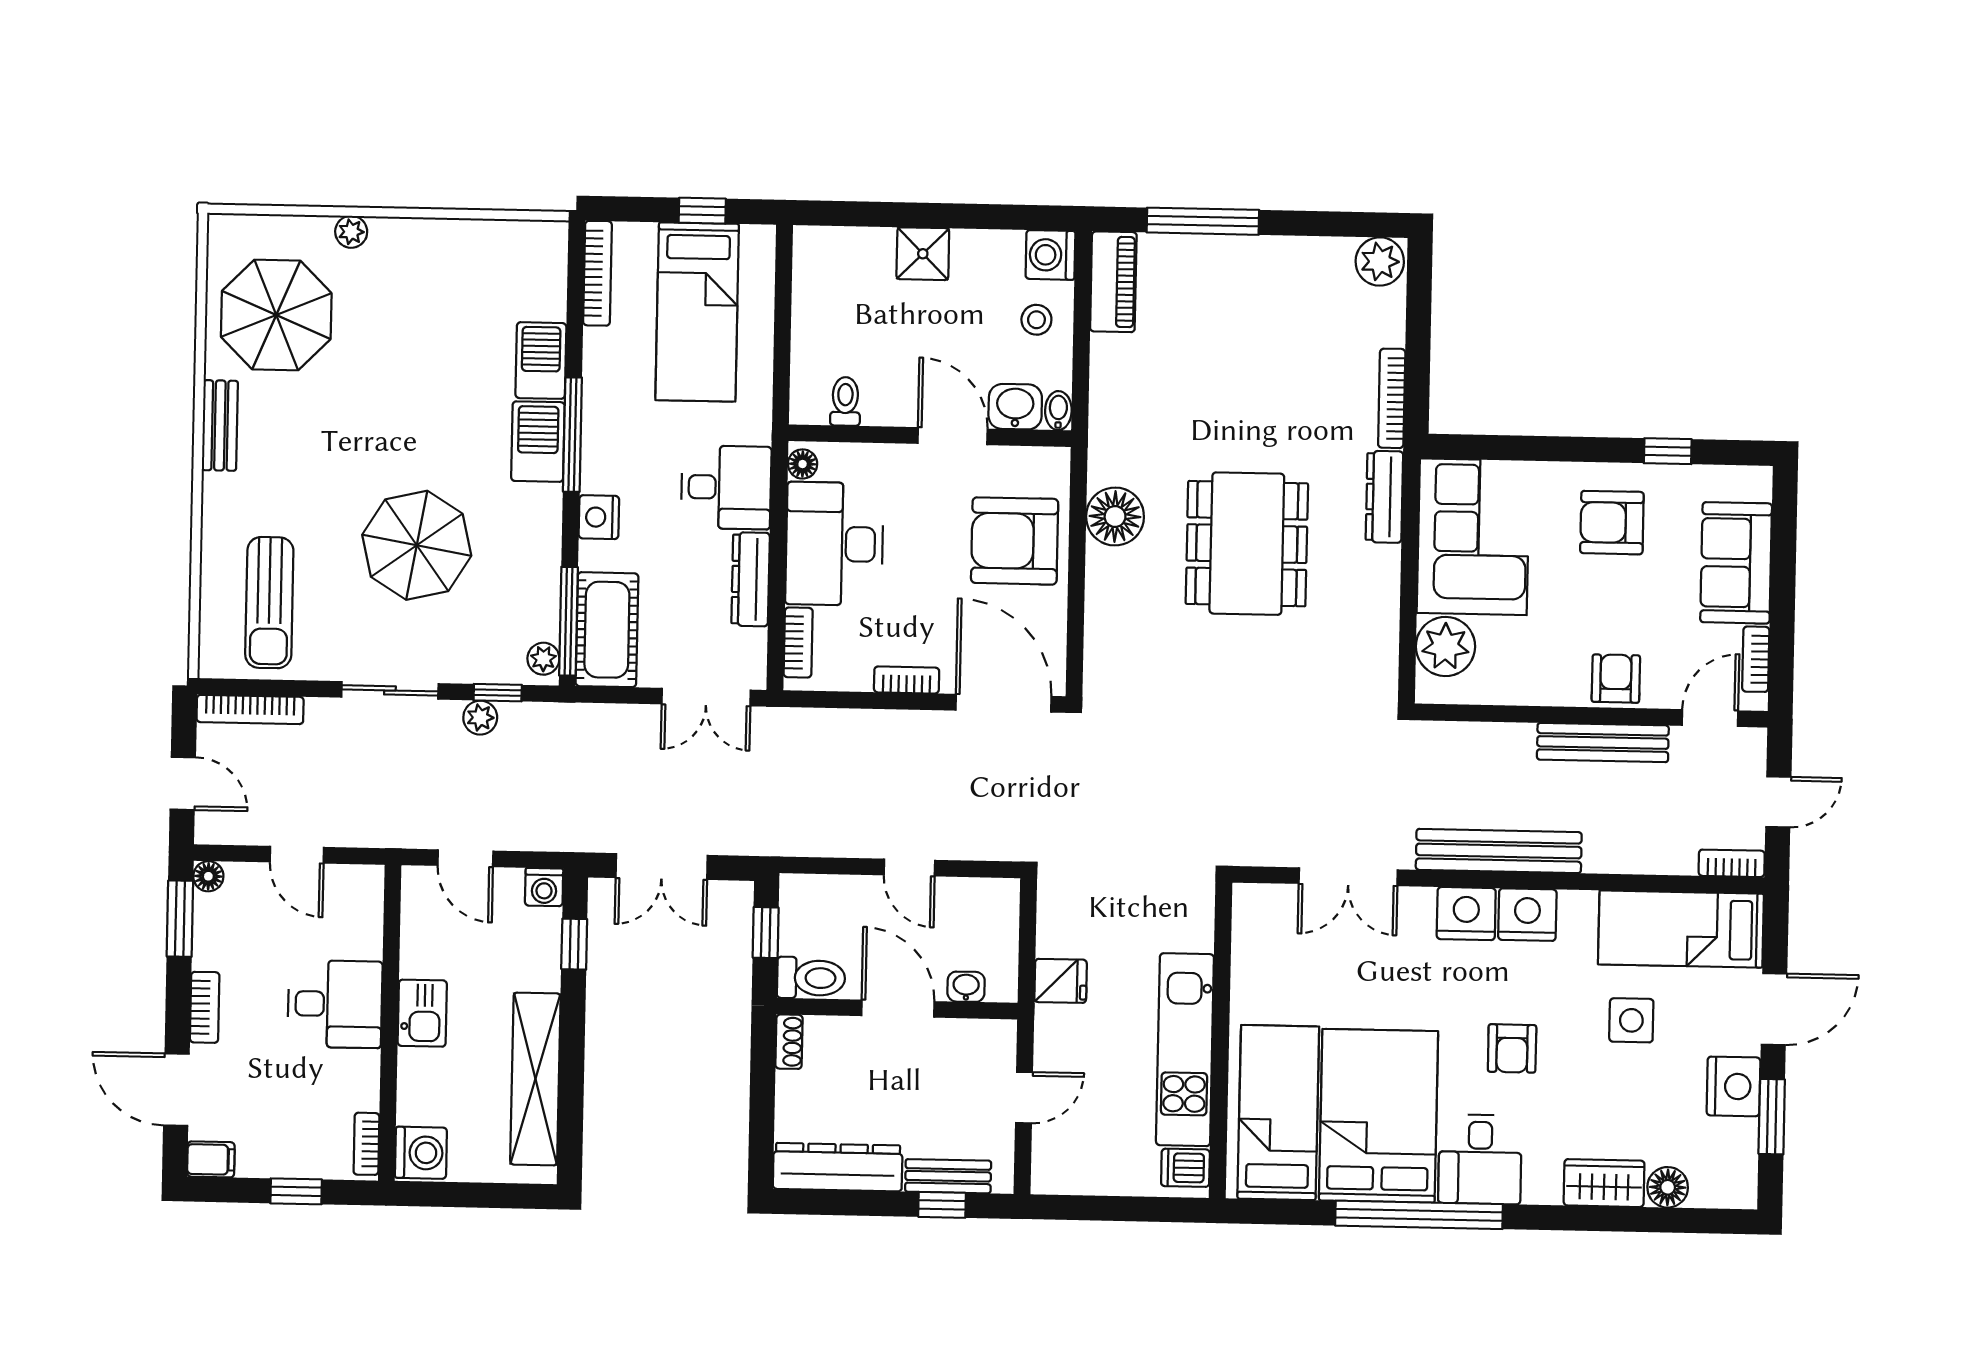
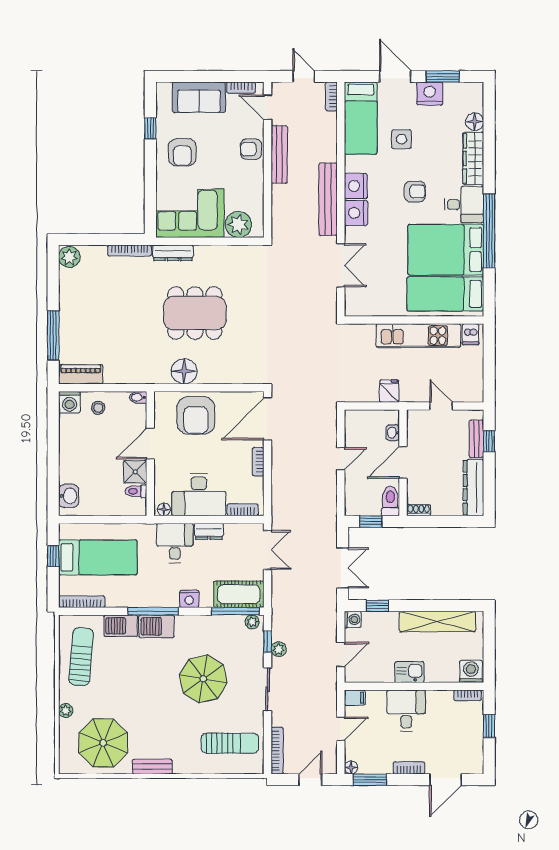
shower: (923, 254) -> (135, 472), moved
sun lounger: (473, 269) -> (81, 657), added
washbasin: (1015, 407) -> (69, 496), moved, turned 180
dresser: (751, 579) -> (209, 531), width x0.70
filing cabinet: (211, 1159) -> (355, 698), moved, turned 90
wardrobe: (1604, 1183) -> (473, 159), width x1.50

